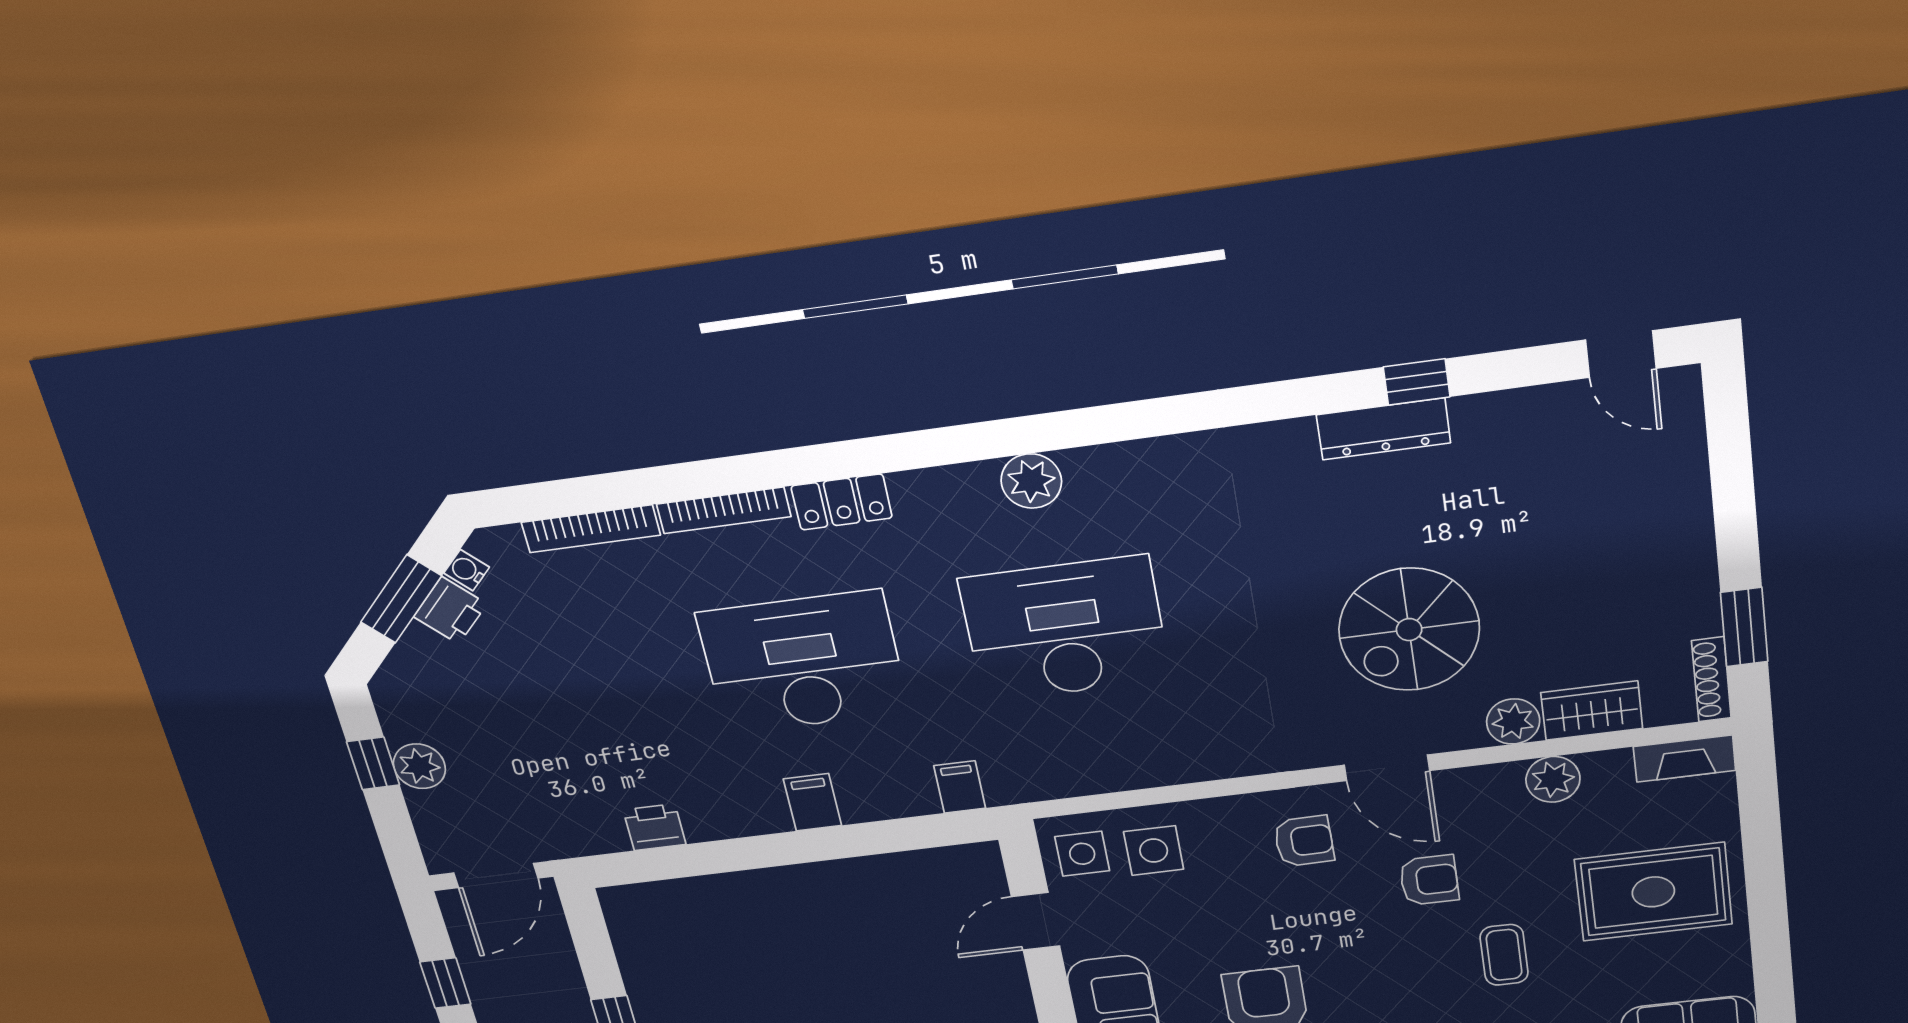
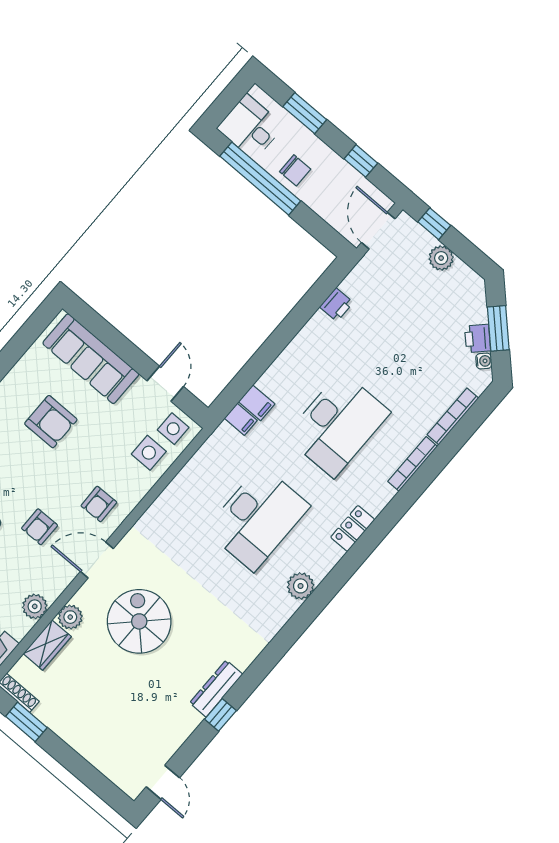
door: (1621, 354) -> (163, 782), swing flipped
plant: (1031, 481) -> (301, 586), moved
locker: (842, 502) -> (353, 528), moved
window: (373, 763) -> (434, 224), moved
filing cabinet: (813, 802) -> (257, 403), moved

